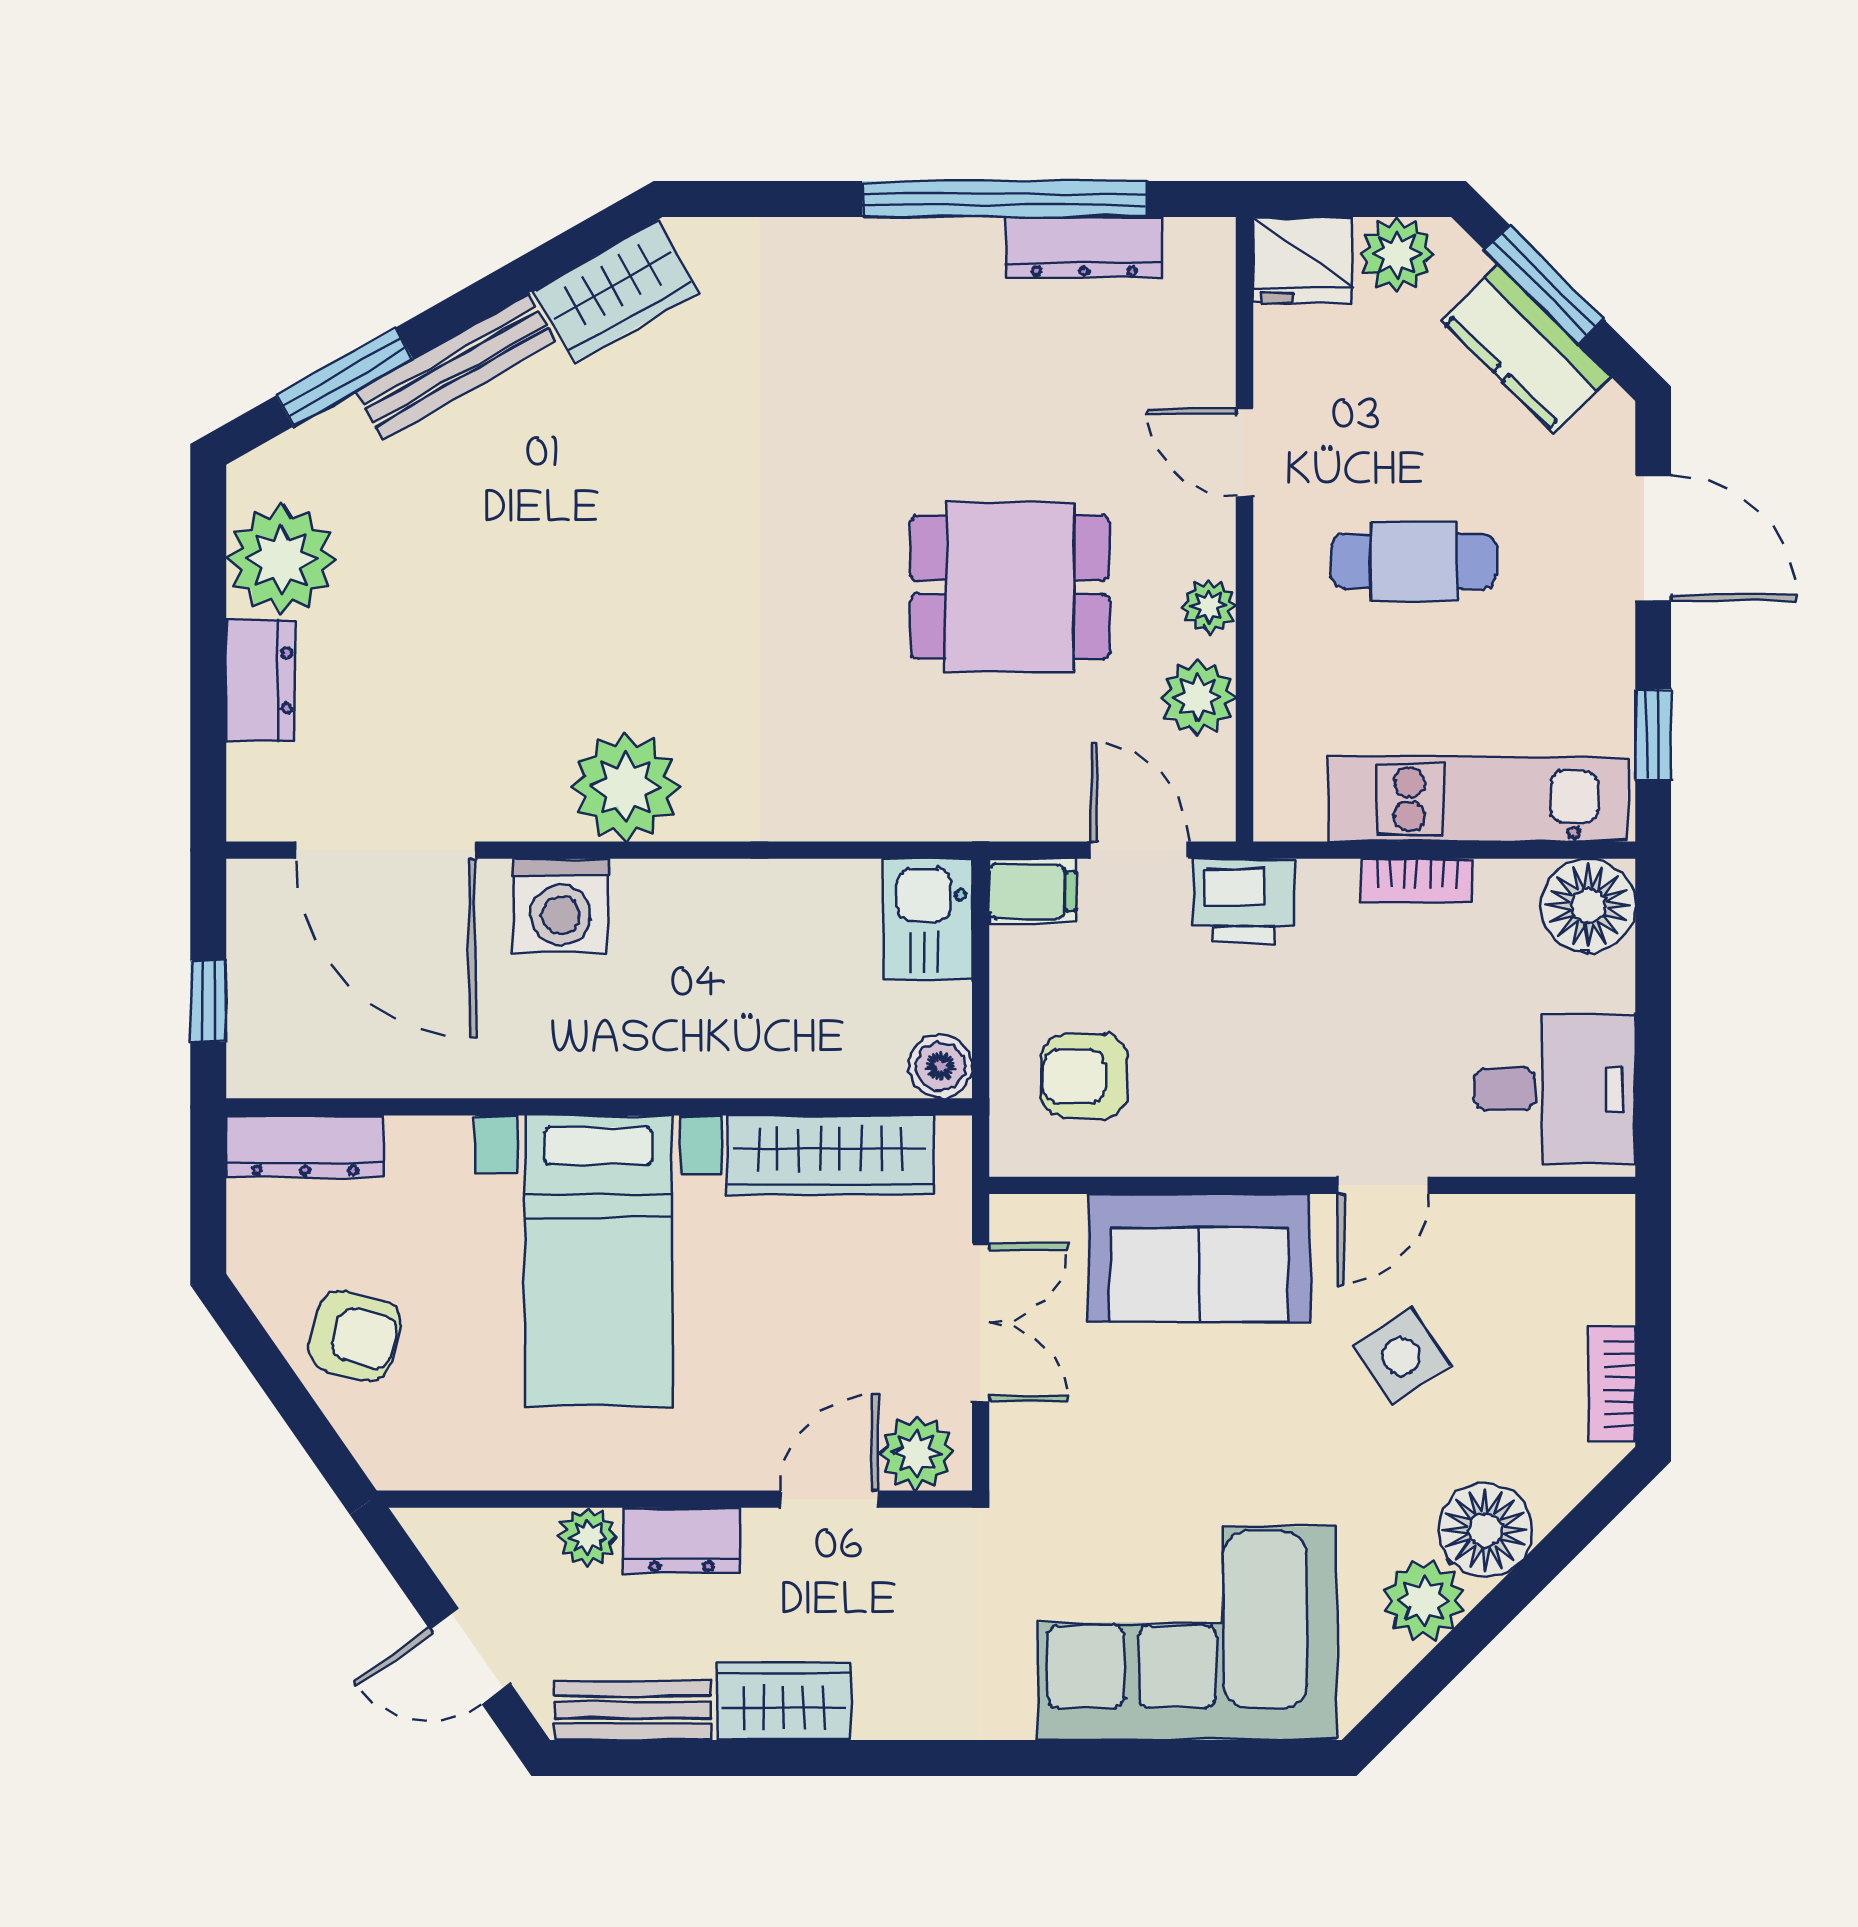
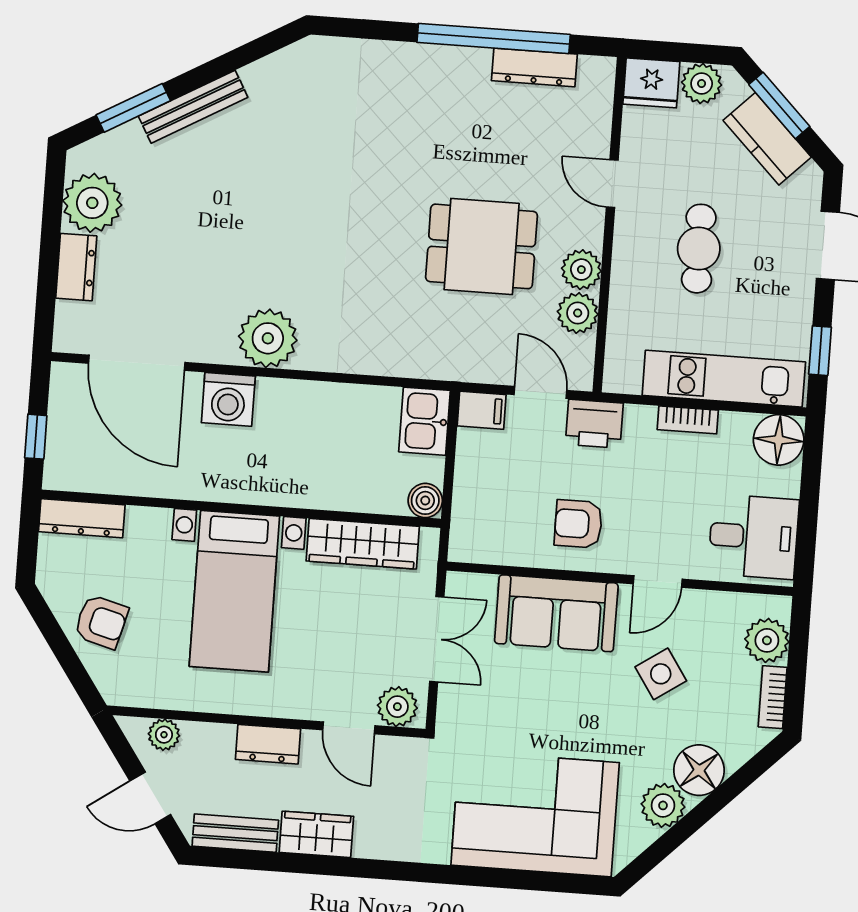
wardrobe: (616, 291) -> (282, 72), removed
cafe table: (1414, 561) -> (699, 249), turned 90
plant: (1209, 606) -> (581, 270), width x1.38, depth x1.38
armchair: (1084, 1076) -> (578, 524), moved
plant: (1594, 1280) -> (767, 640), added
door: (829, 1499) -> (349, 728), swing flipped
plant: (588, 1537) -> (164, 735), moved

